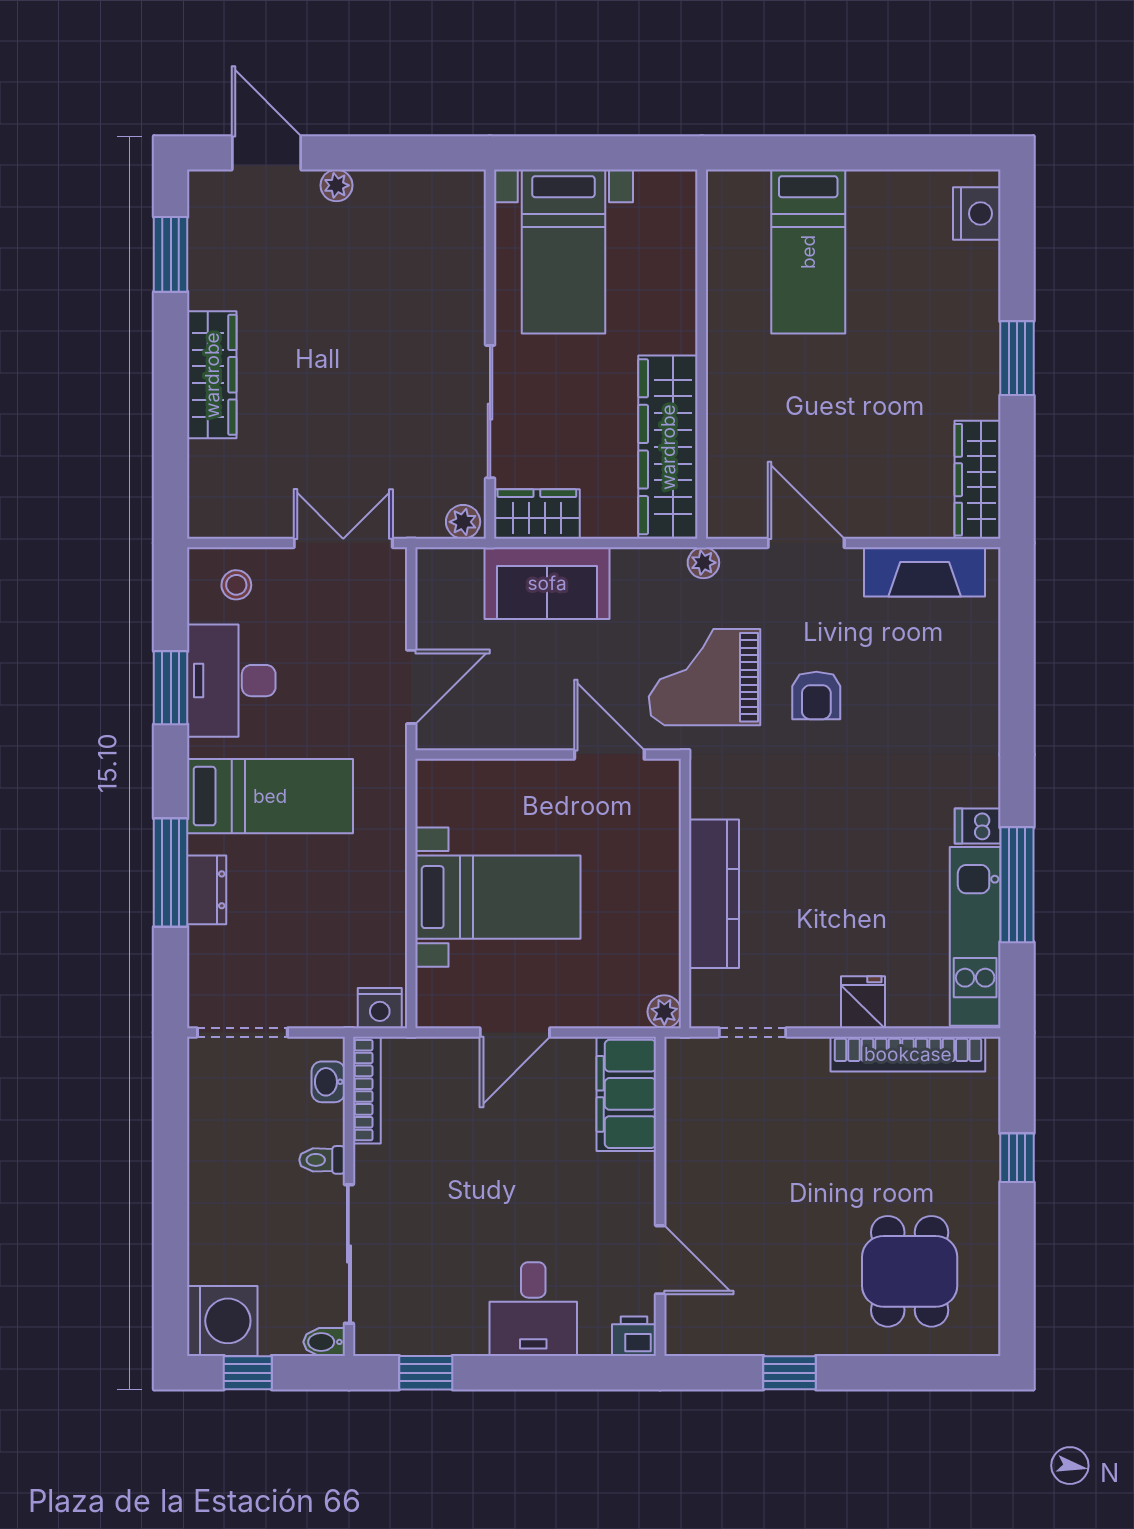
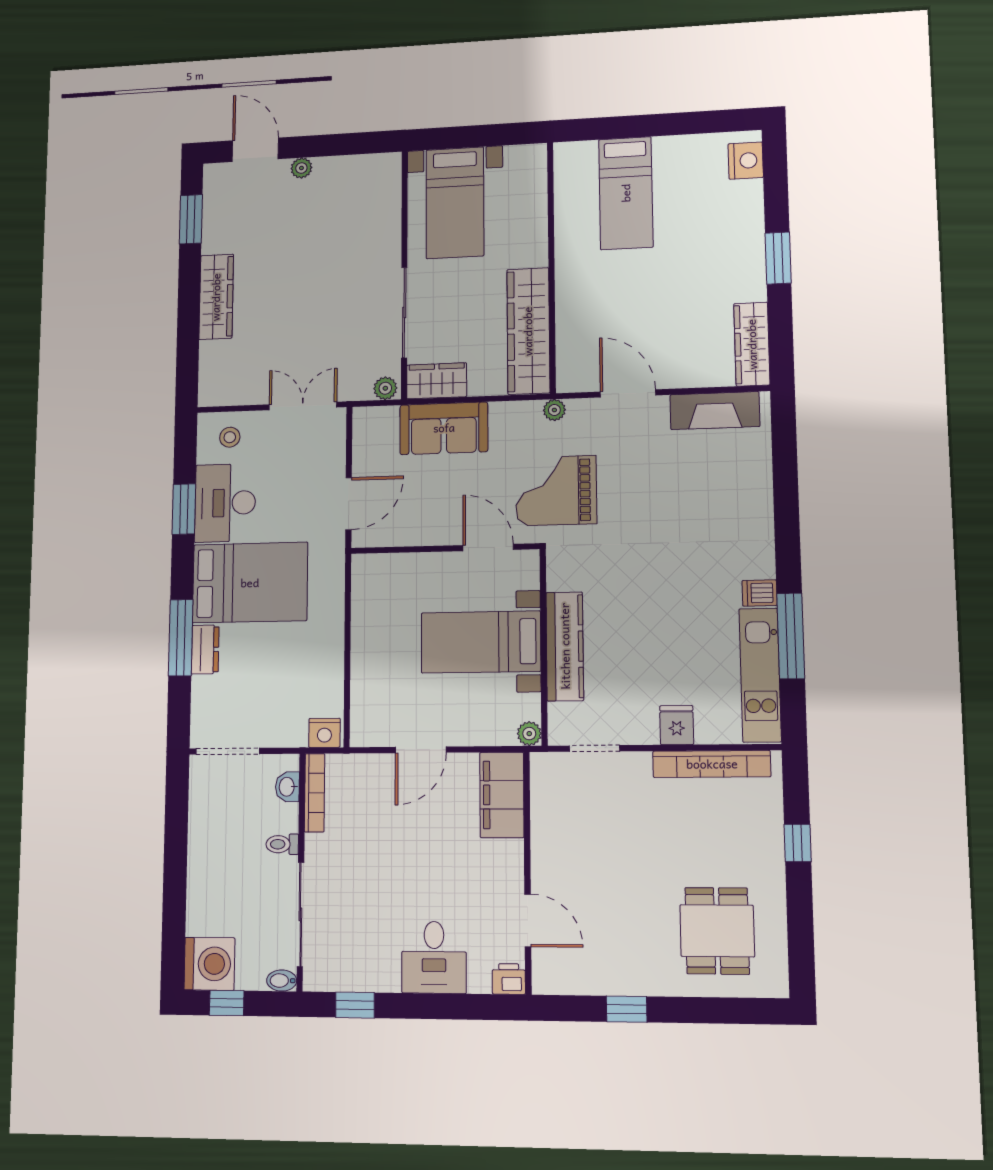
armchair: (816, 696) -> (637, 501), removed
bed: (270, 796) -> (250, 583), width x1.50
bed with nightstands: (498, 897) -> (481, 642), moved, turned 180

